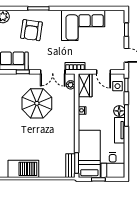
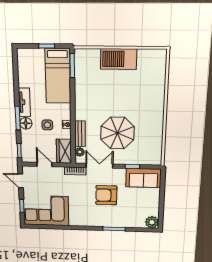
corner sofa: (83, 25) -> (46, 211), moved
armchair: (31, 30) -> (106, 195), moved, turned -98
side table: (117, 86) -> (47, 125), moved
desk: (113, 165) -> (31, 63), removed
bench: (70, 166) -> (80, 134), moved
barbecue: (23, 169) -> (119, 59), moved

